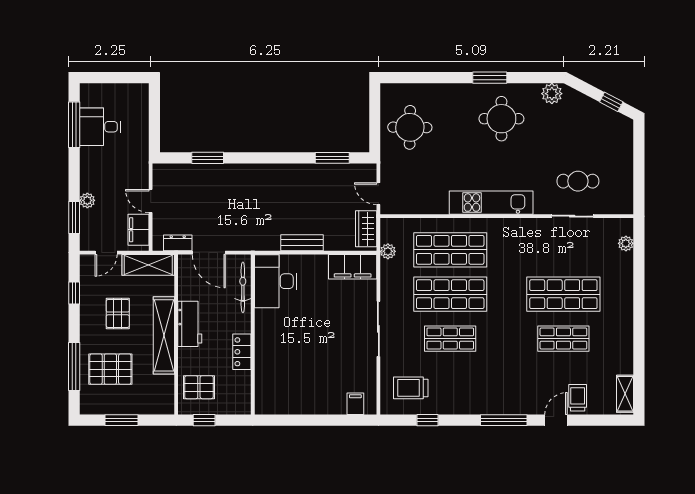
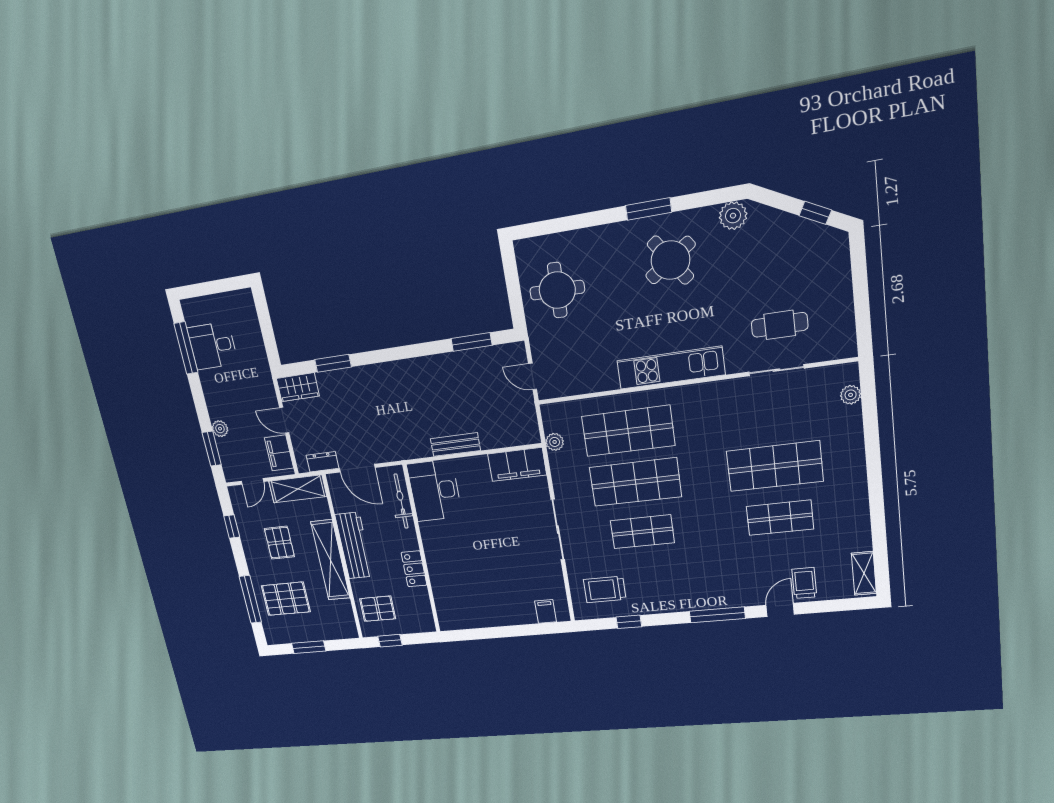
round table: (501, 119) -> (670, 260), turned -35
wardrobe: (366, 229) -> (298, 387), moved, turned -90
workbench: (190, 324) -> (354, 546), width x1.38

